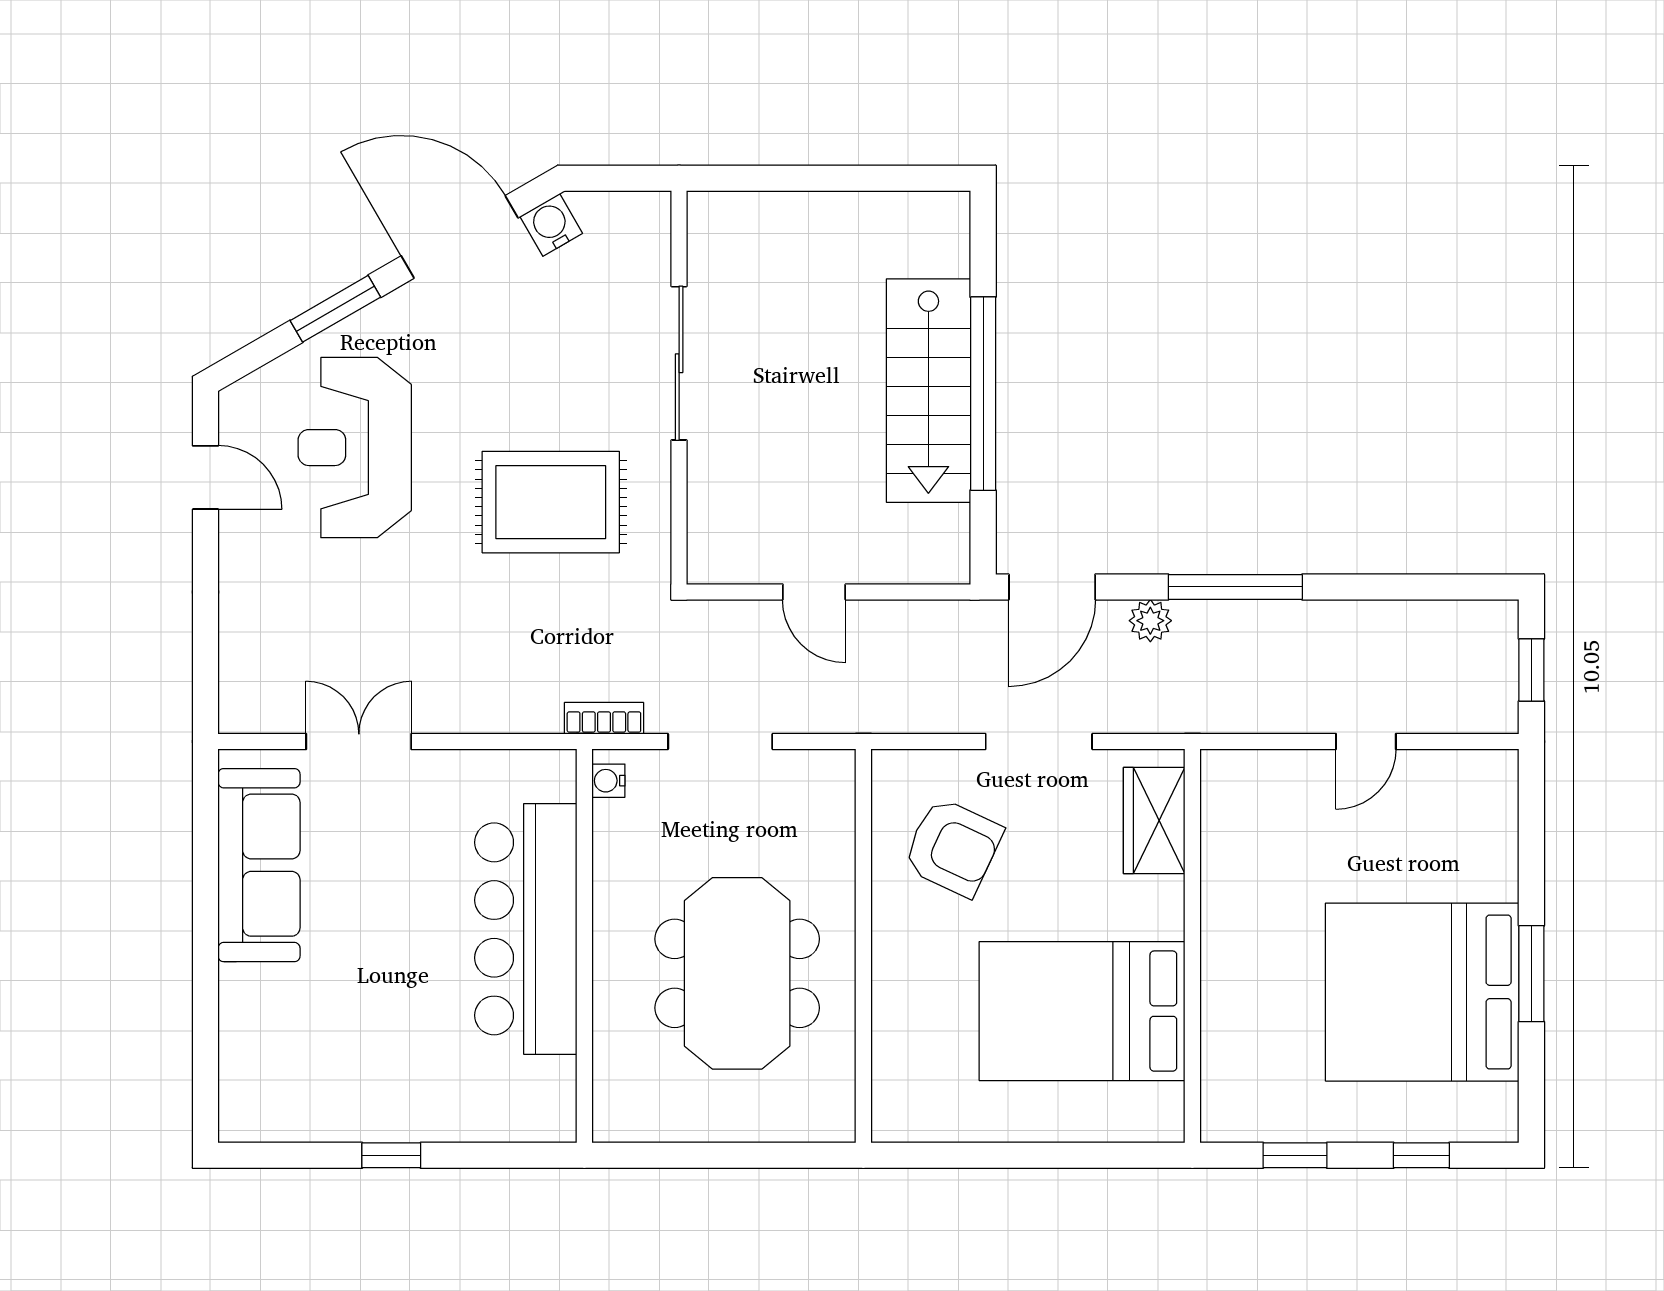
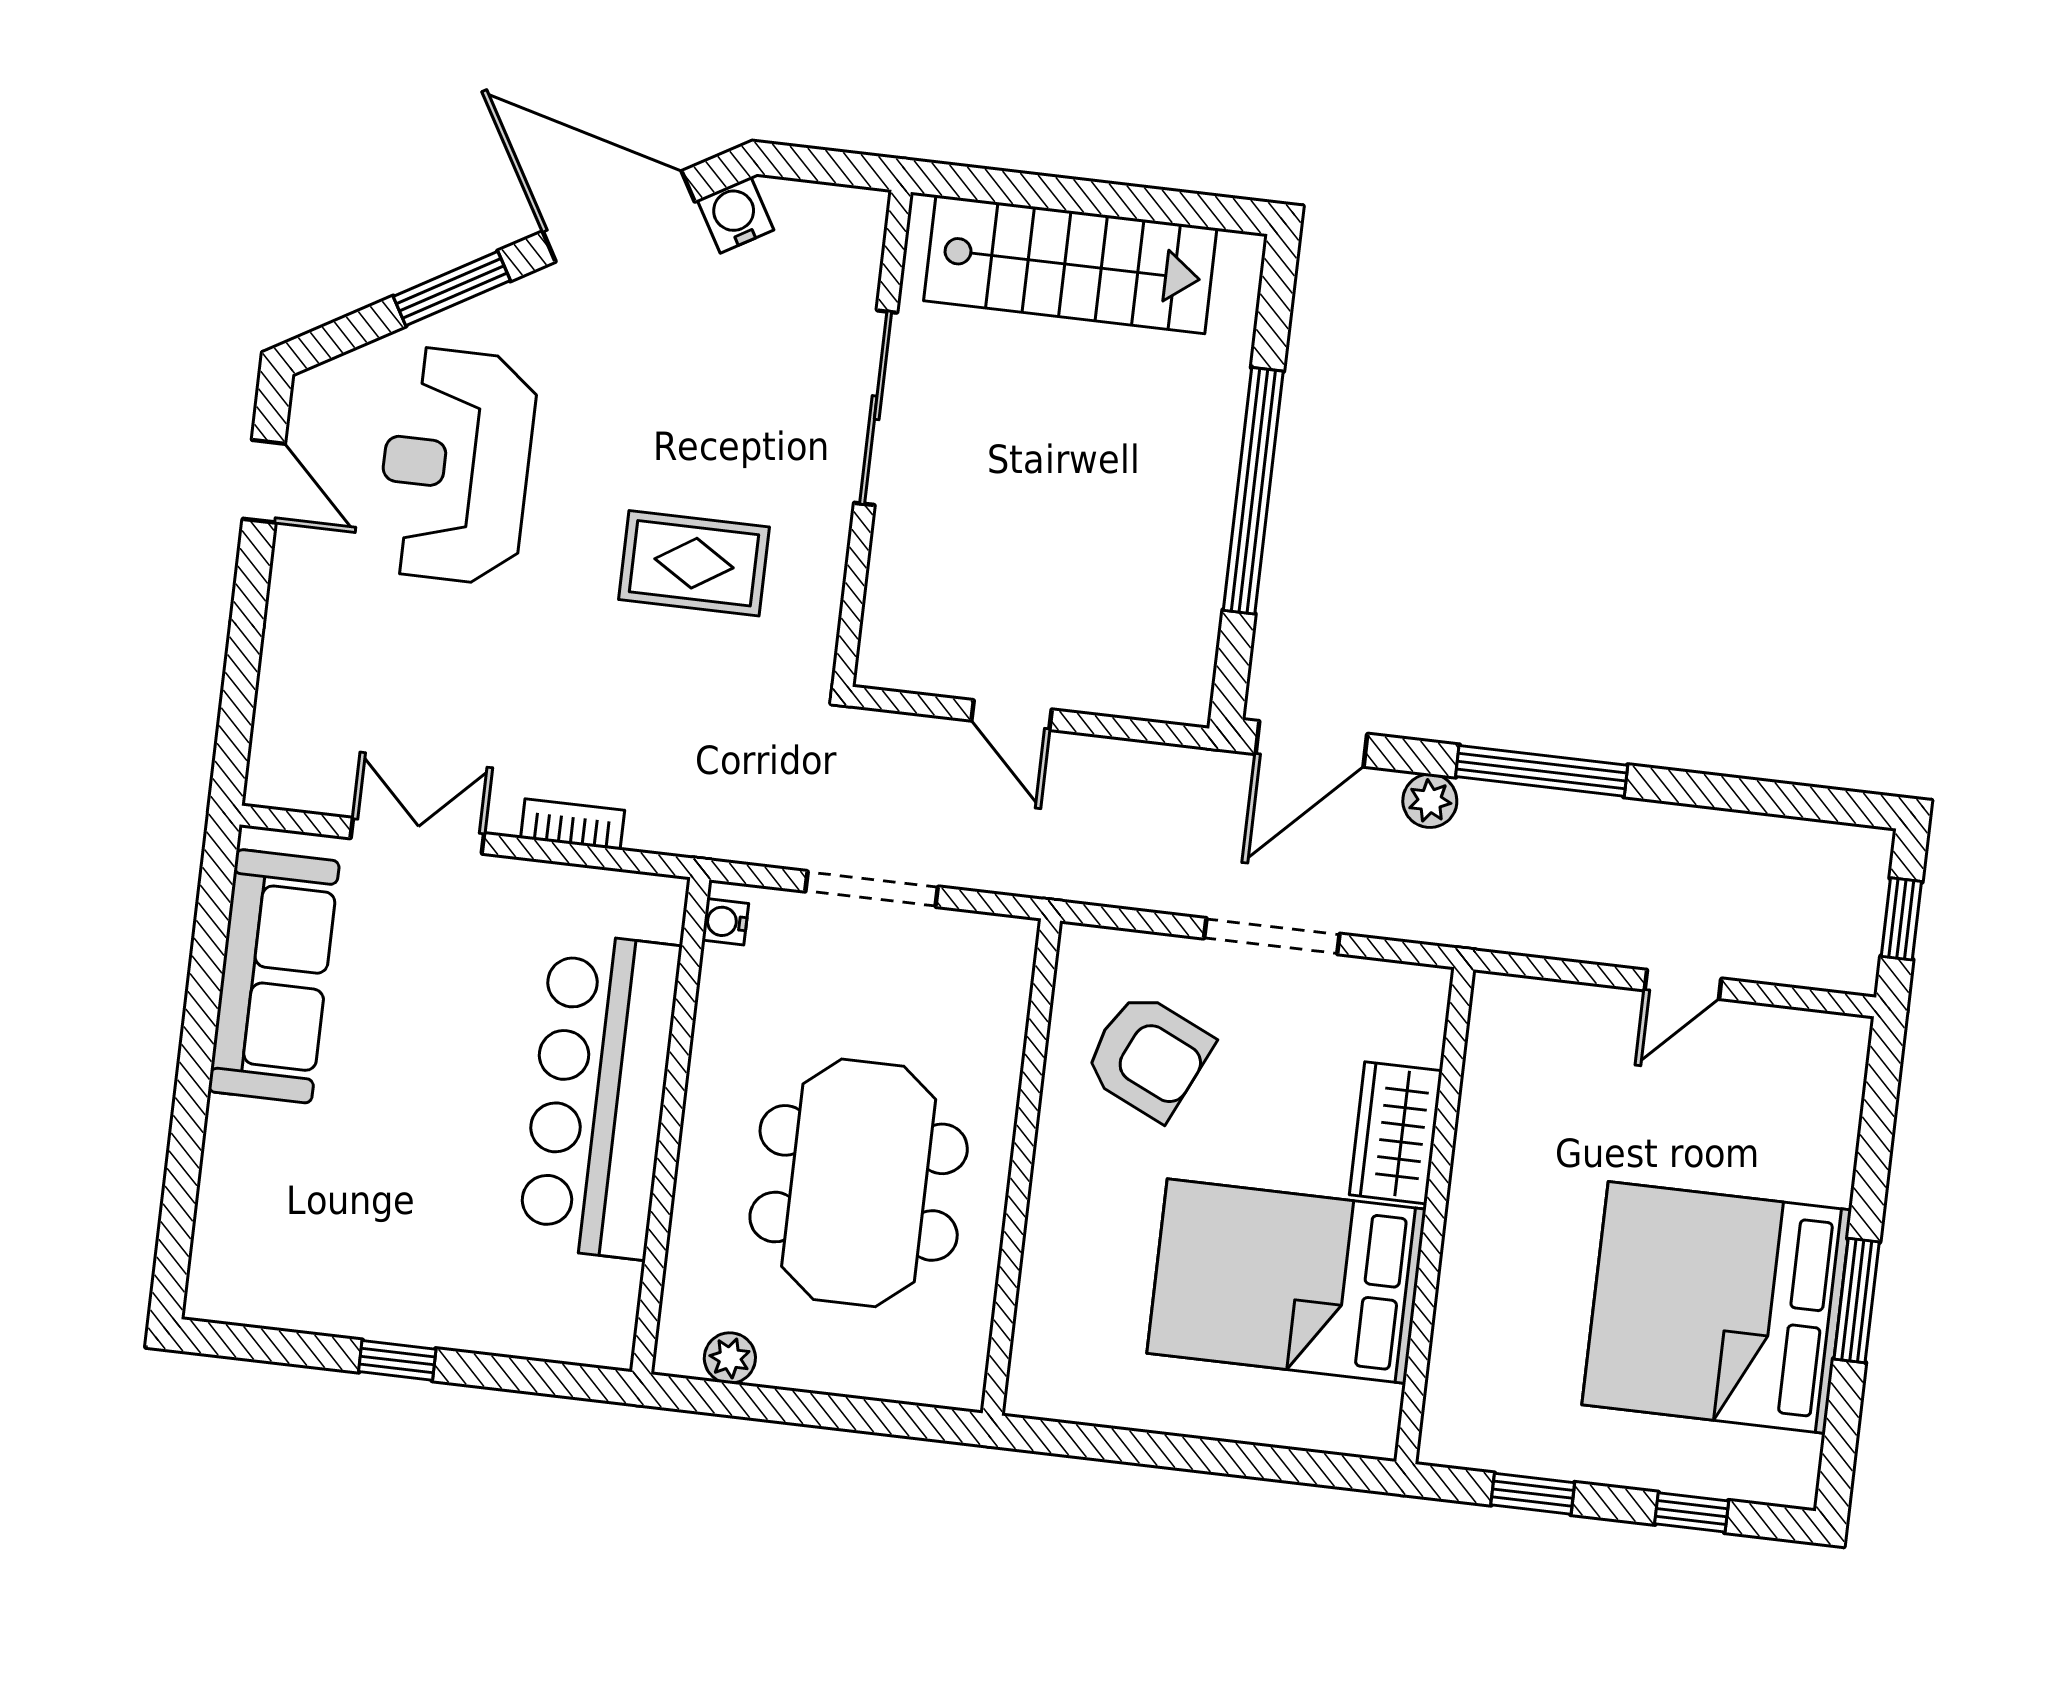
stairs: (928, 391) -> (1070, 264), moved, turned -90
rug: (551, 502) -> (694, 563), width x0.73, depth x0.70
bookcase: (604, 718) -> (573, 824), moved
wardrobe: (1154, 821) -> (1396, 1133), moved
plant: (652, 1123) -> (730, 1358), added

